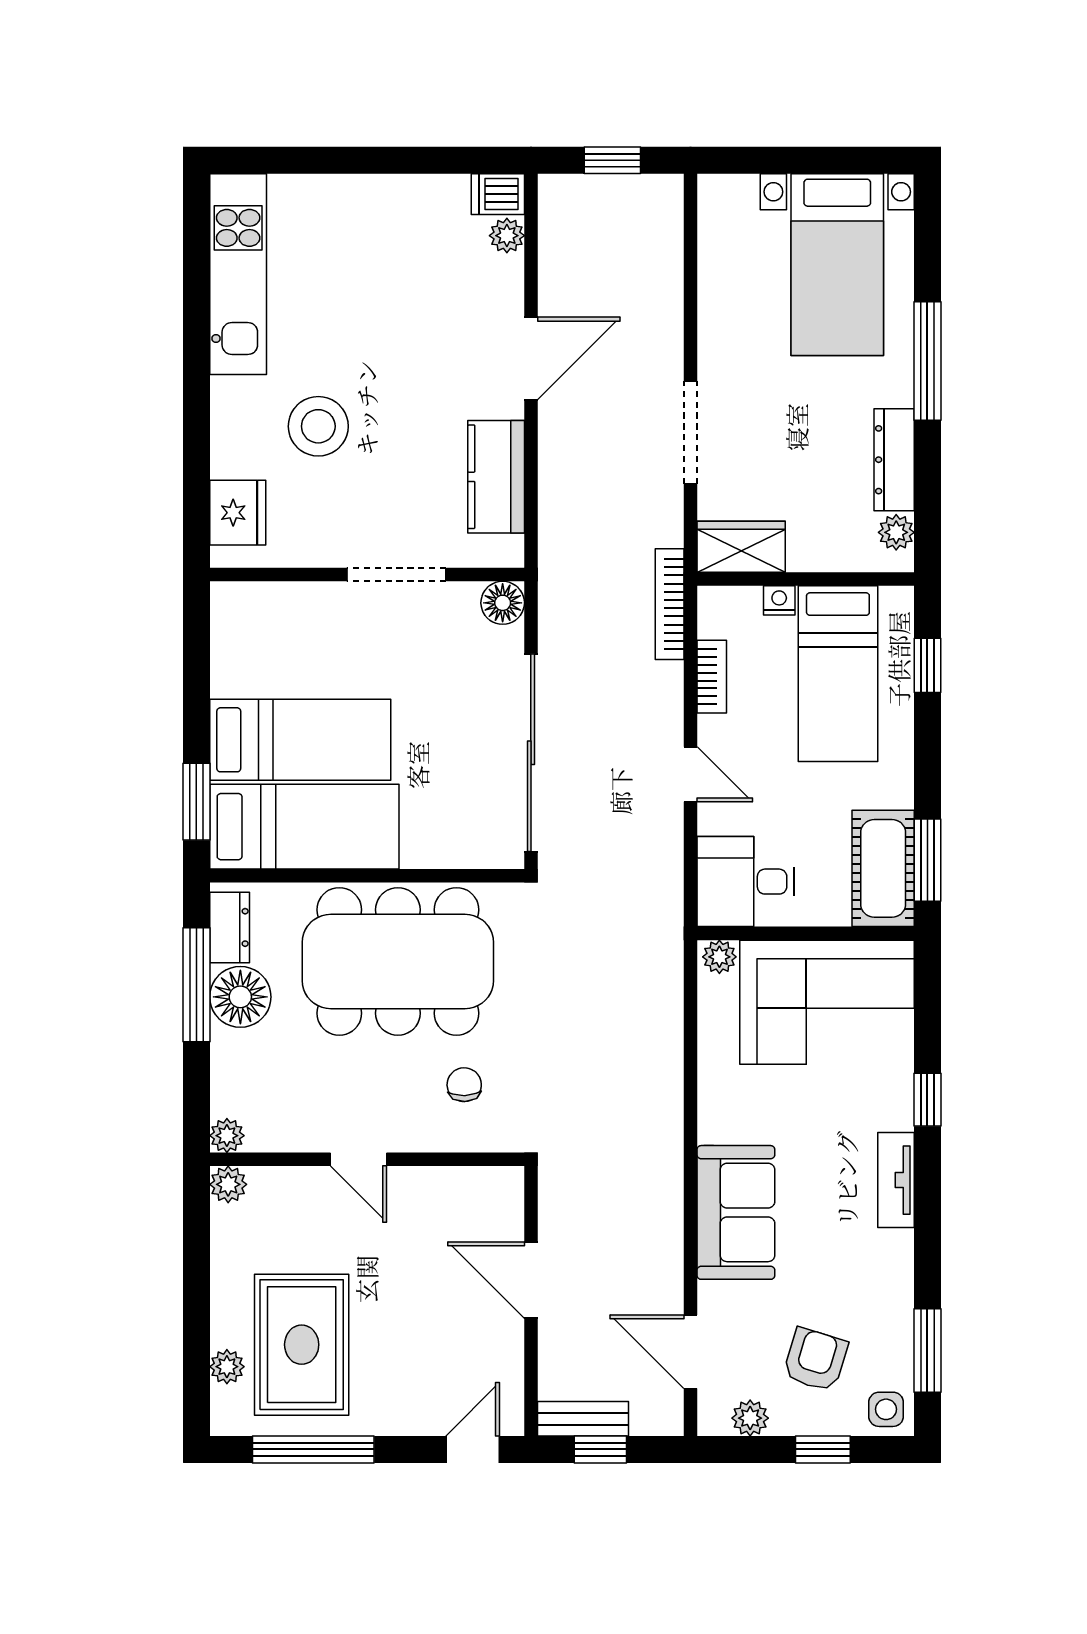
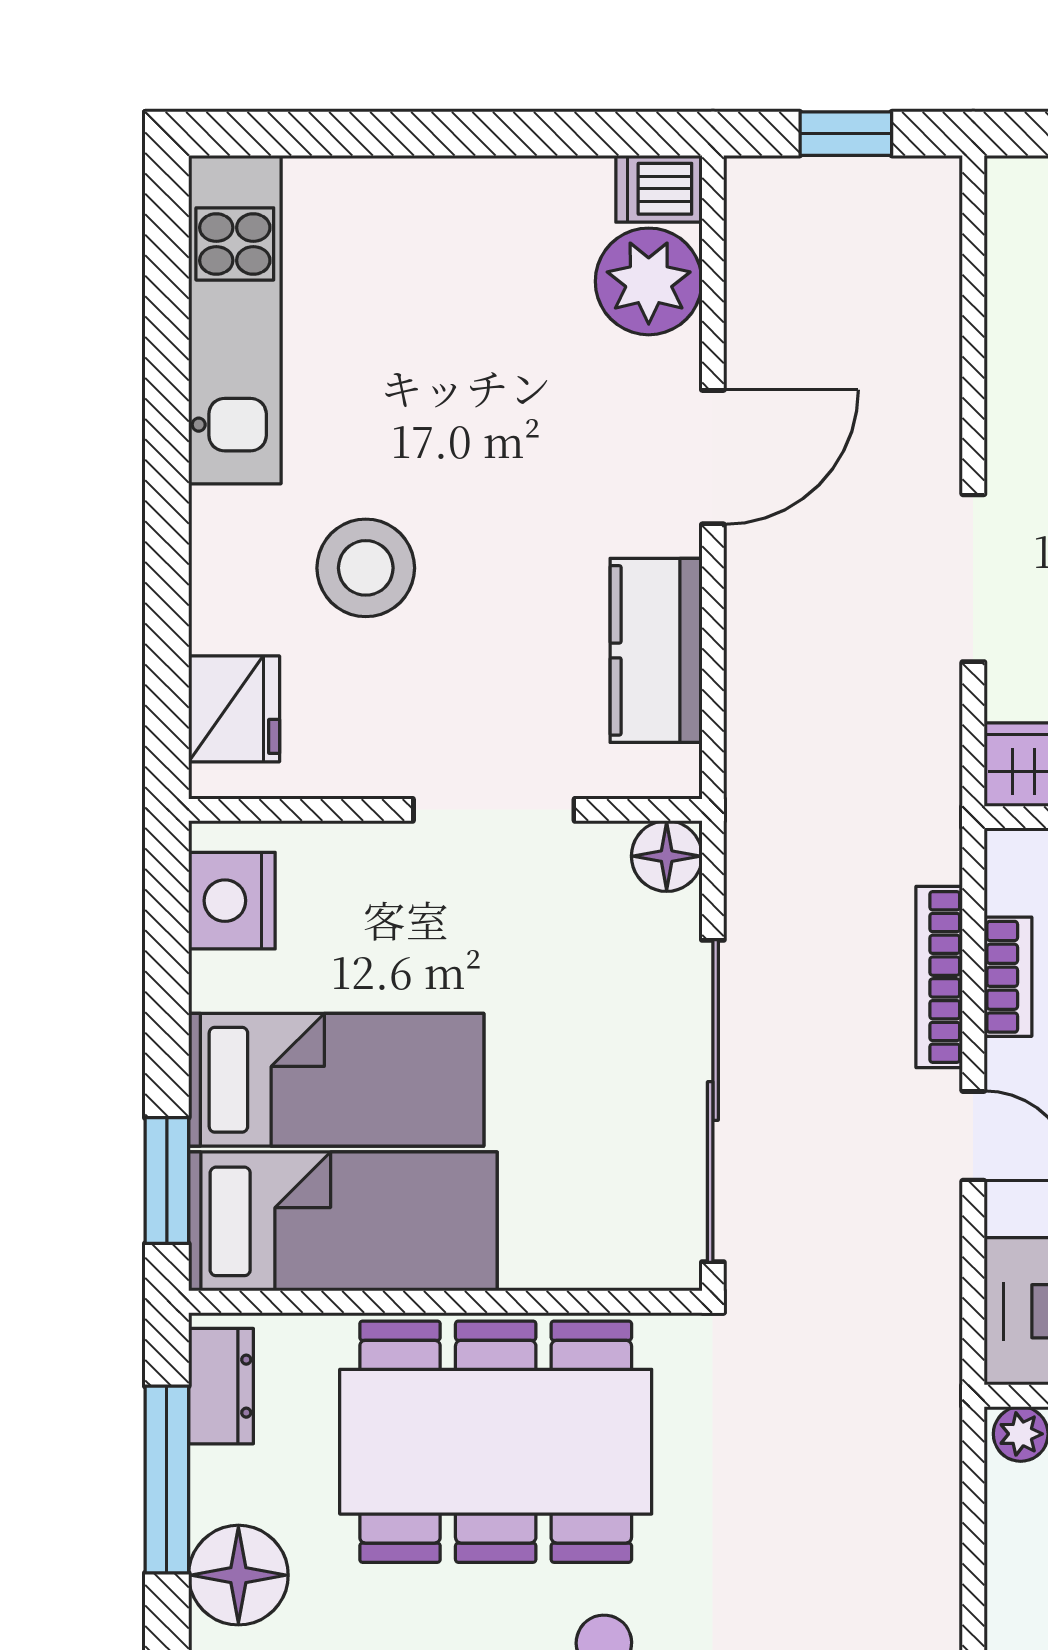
plant: (507, 236) -> (649, 281), width x1.88, depth x1.88
bookcase: (670, 604) -> (939, 977), moved
nightstand: (236, 630) -> (232, 901), added
floor lamp: (240, 997) -> (238, 1575), moved

